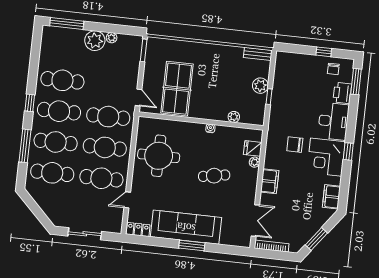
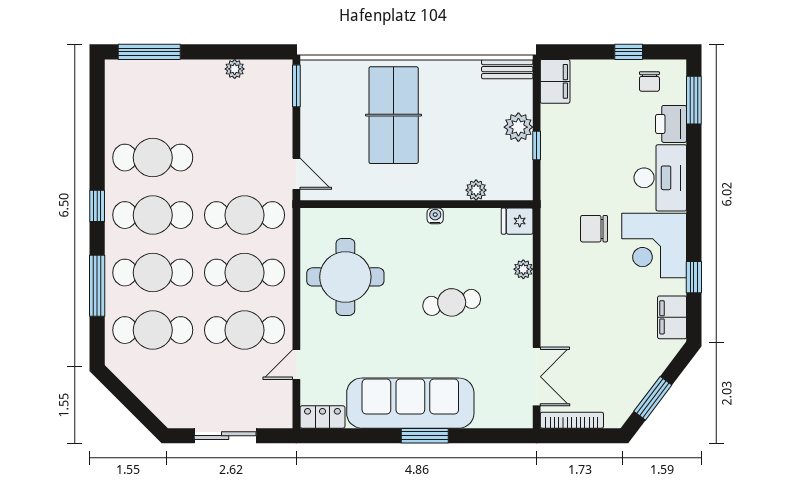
plant: (95, 41) -> (204, 78), removed
table tennis table: (177, 89) -> (394, 115), moved
fridge: (253, 148) -> (517, 221), moved
window: (348, 151) -> (694, 277), moved
filing cabinet: (270, 181) -> (555, 81), moved

